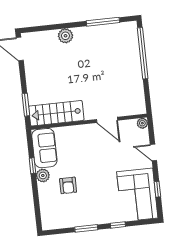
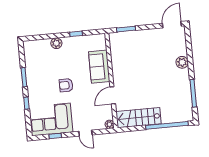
stairs: (56, 113) -> (138, 118), moved, turned -90
sofa: (44, 148) -> (99, 67), moved, turned 90
door: (153, 152) -> (85, 133), swing flipped
plant: (43, 175) -> (56, 43), moved
armchair: (68, 185) -> (66, 85), moved

